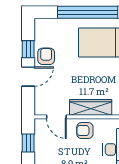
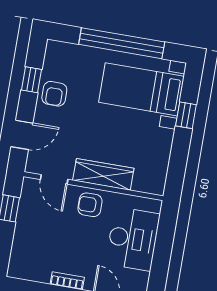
armchair: (46, 56) -> (54, 94), turned 180
door: (28, 76) -> (22, 135), moved

